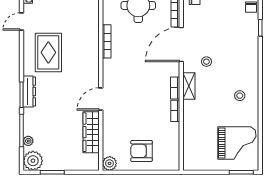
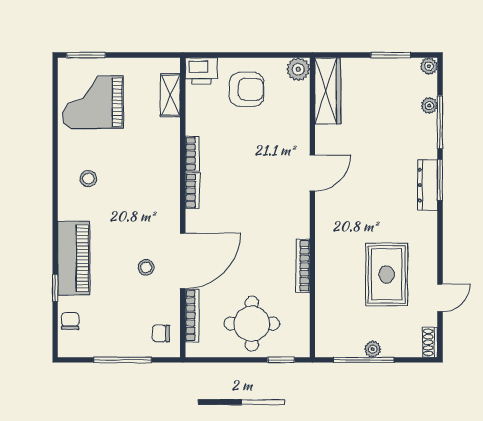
piano: (249, 46) -> (74, 258), added
rug: (48, 52) -> (387, 274), moved
stool: (206, 62) -> (146, 267), moved
shelving: (189, 86) -> (170, 95), moved
wardrobe: (91, 132) -> (328, 91), moved
plant: (33, 161) -> (429, 66), width x0.53, depth x0.53
printer: (170, 162) -> (201, 71), added

